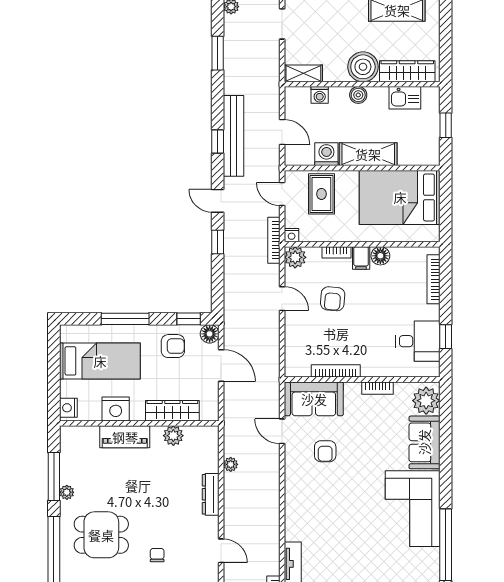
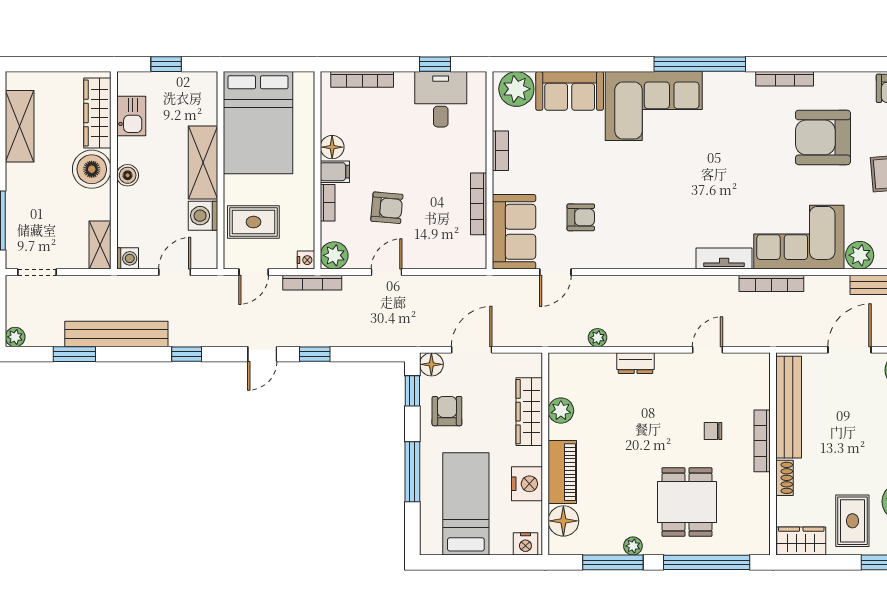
washing machine: (320, 95) -> (128, 258), moved
bench: (233, 136) -> (116, 334), moved
floor lamp: (86, 438) -> (563, 521), added
dresser: (211, 494) -> (636, 363), width x0.70

